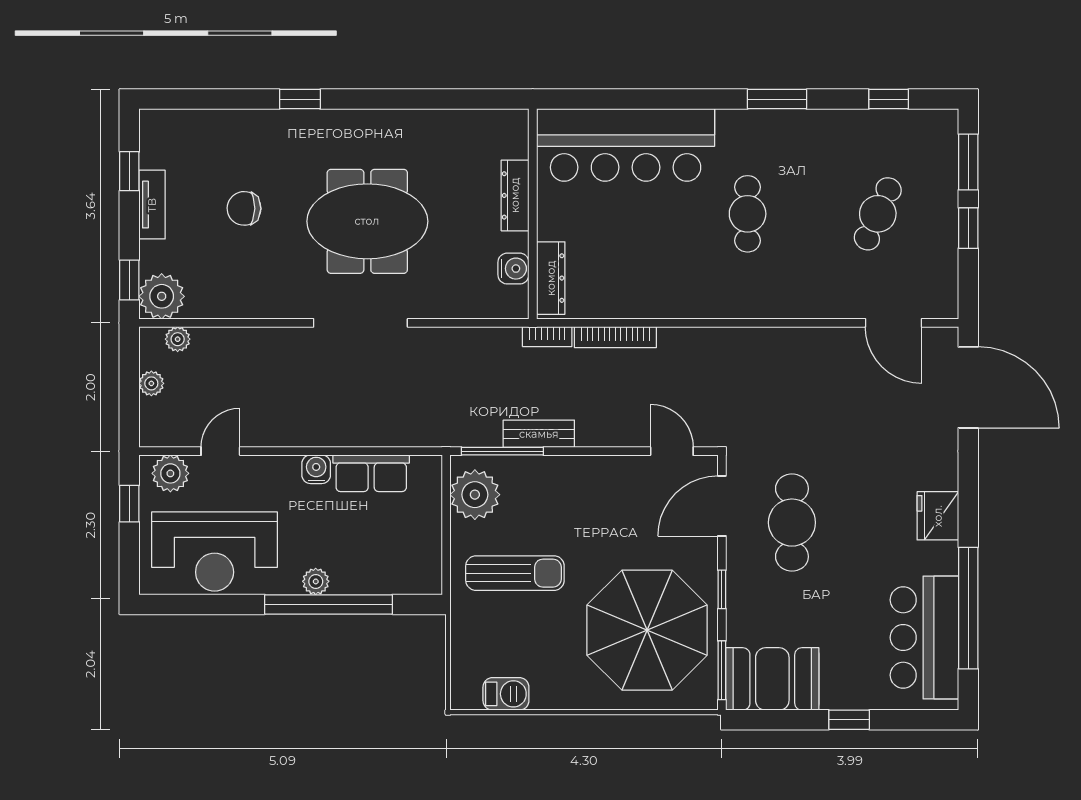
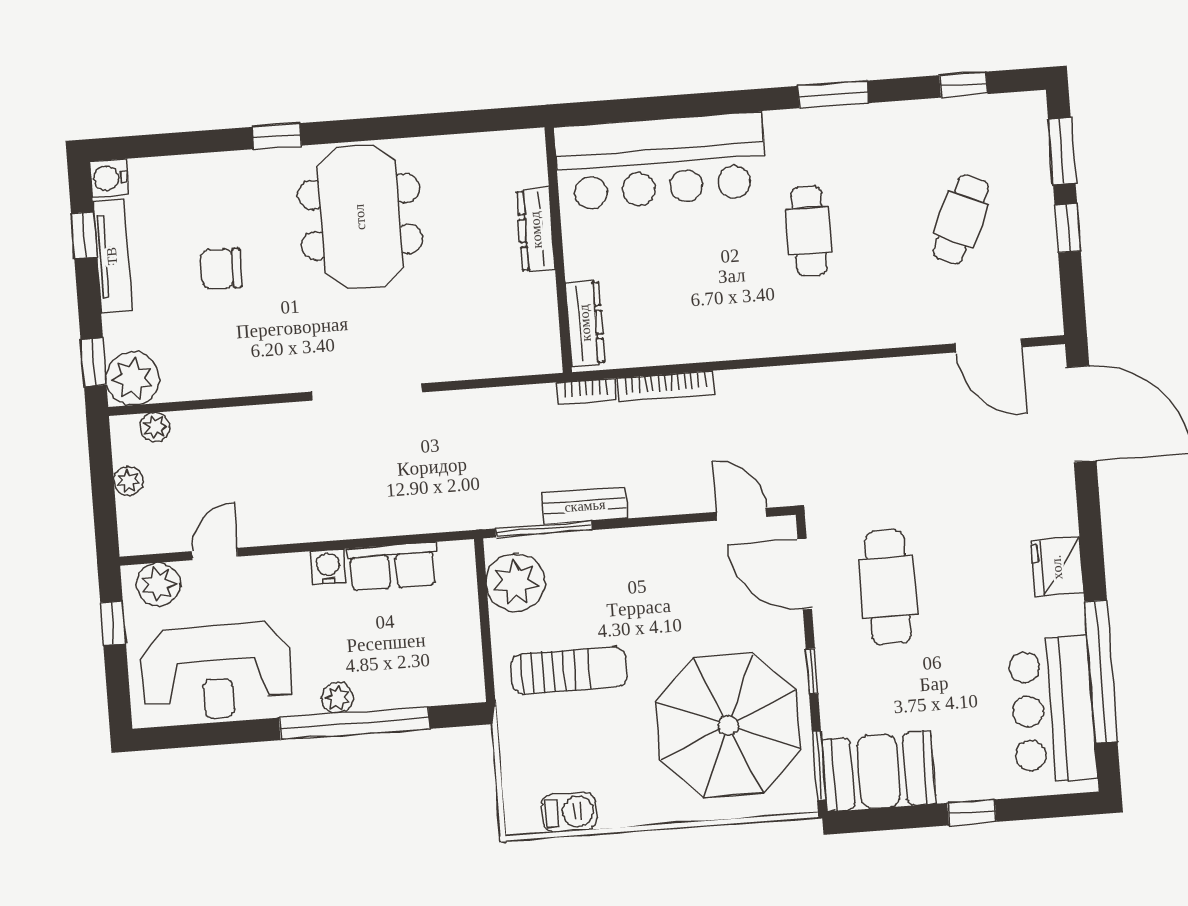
tv unit: (152, 205) -> (112, 256), width x1.41
meeting table: (367, 221) -> (360, 217), moved, turned 90
water cooler: (513, 269) -> (109, 178), moved, turned 180
door: (722, 506) -> (805, 574), hinge flipped

